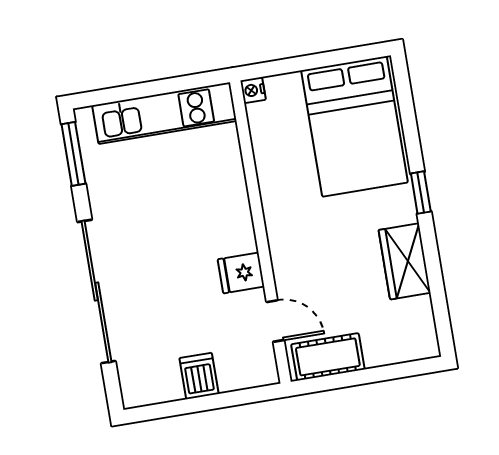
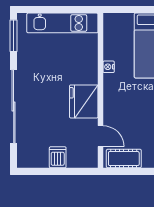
nightstand: (253, 90) -> (109, 67), moved
fridge: (241, 273) -> (84, 101), width x1.88, depth x1.34

